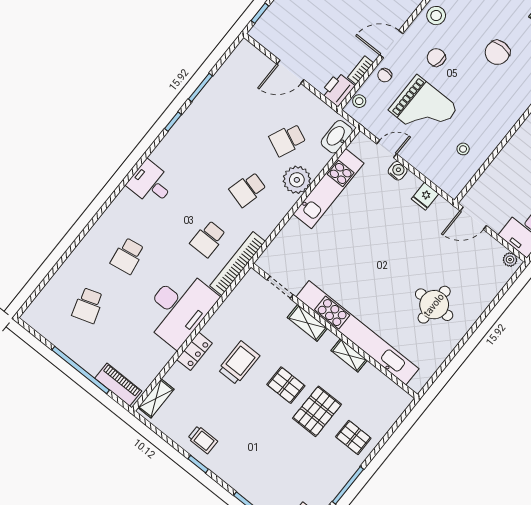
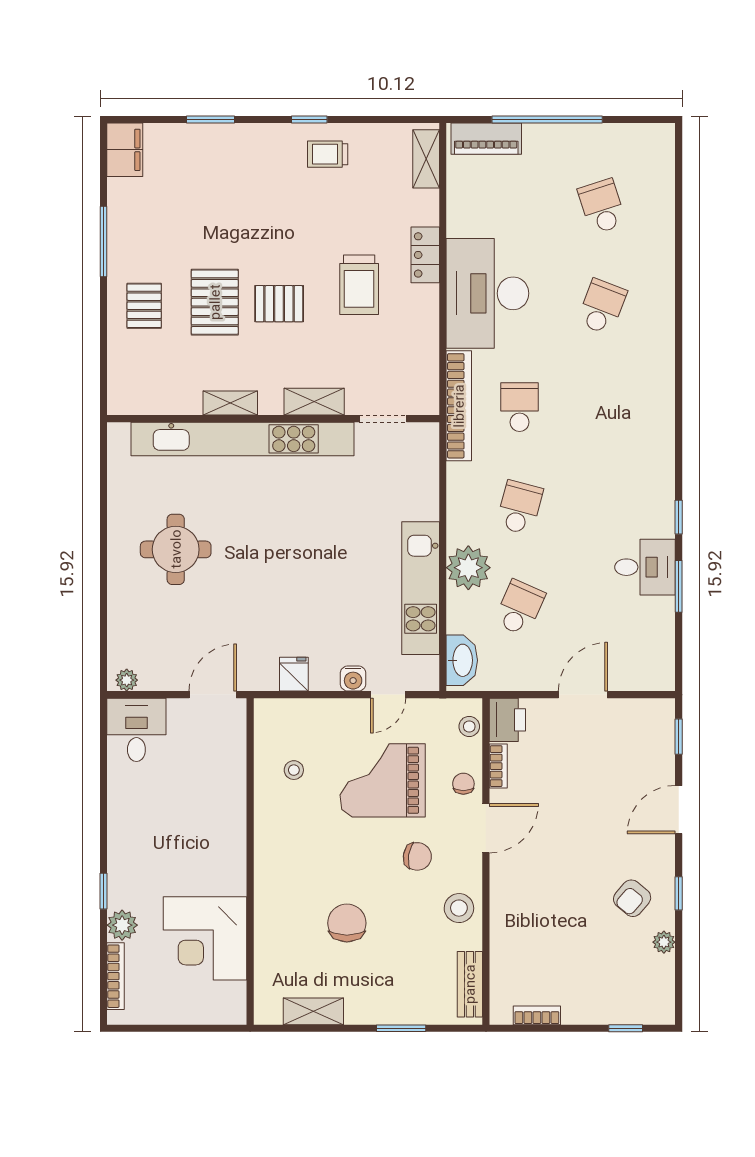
desk: (151, 183) -> (645, 567), moved
school desk: (128, 256) -> (602, 307), turned 30
pallet: (353, 437) -> (144, 306), turned 90

